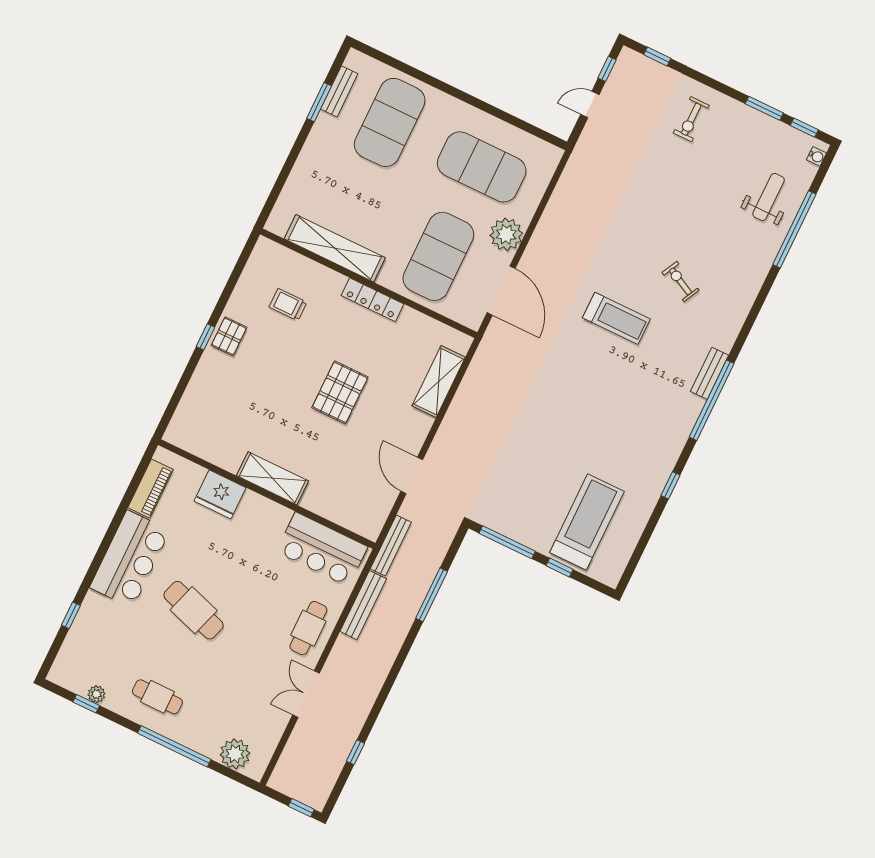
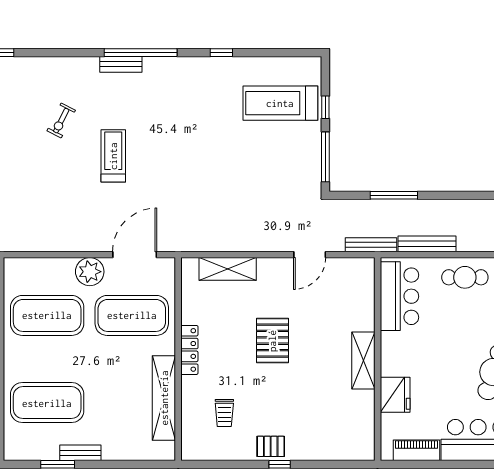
bench: (339, 91) -> (80, 453), moved
exercise mat: (482, 167) -> (47, 315), turned 90
pallet: (340, 392) -> (272, 341), turned 90

